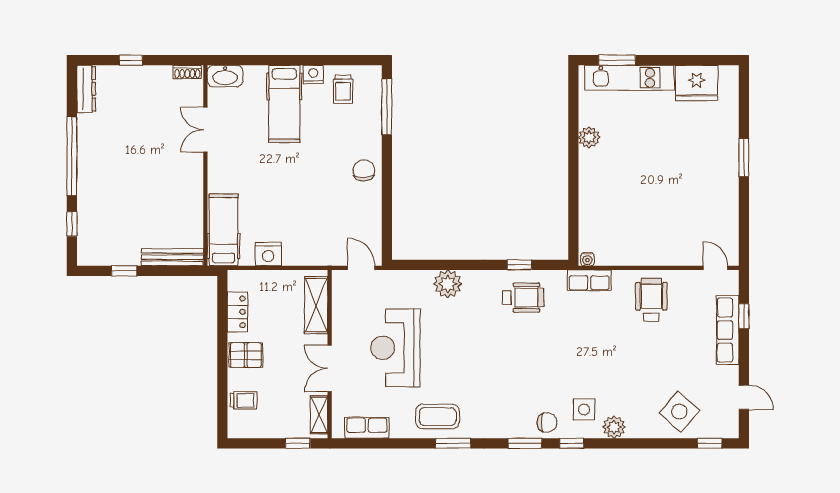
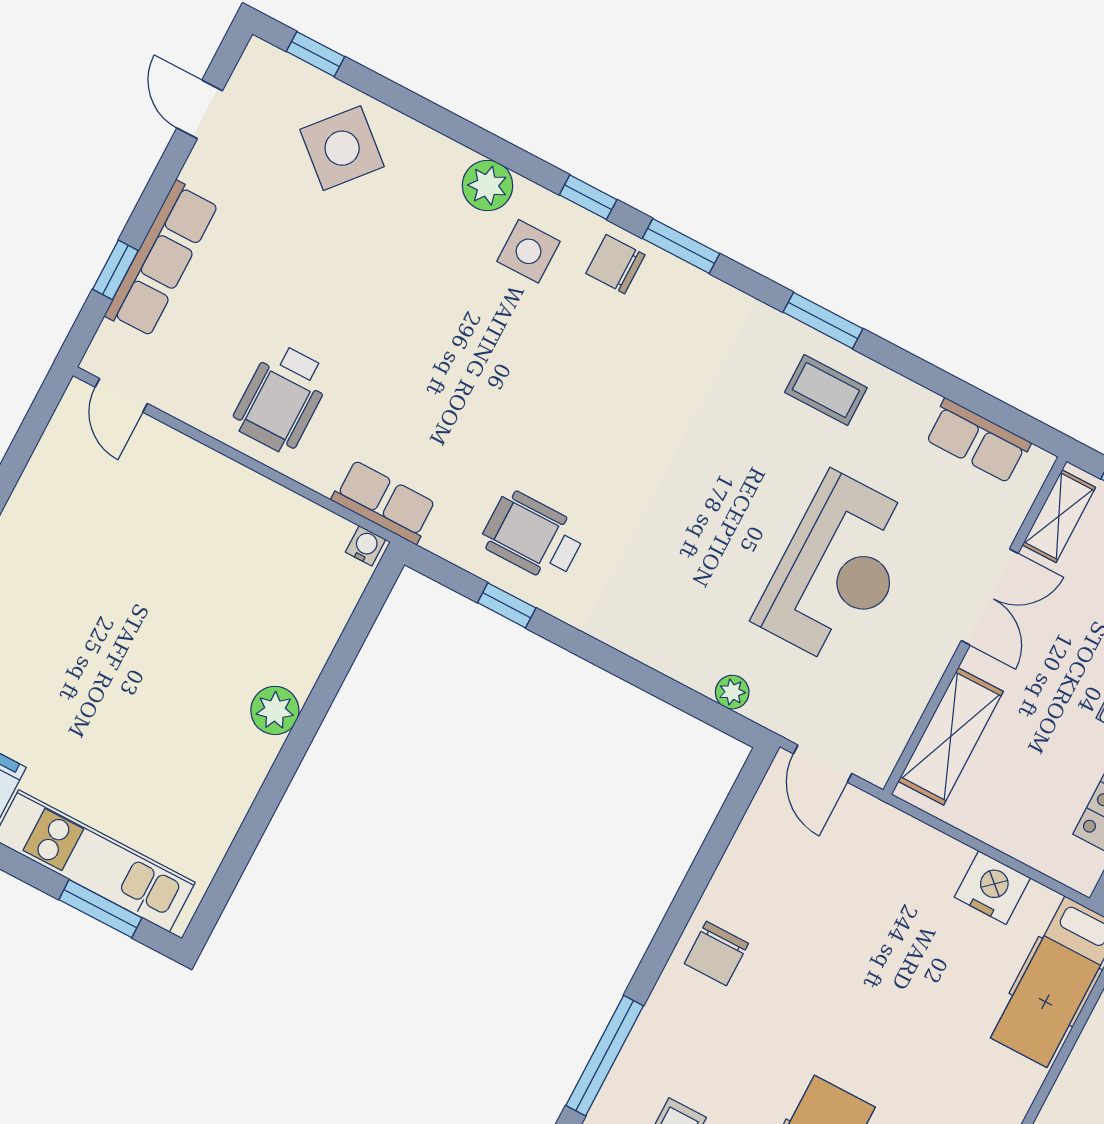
plant: (589, 137) -> (275, 710), moved
plant: (448, 284) -> (732, 692), moved, width x0.53, depth x0.53
coffee table: (438, 416) -> (826, 390), width x0.73, depth x0.77

